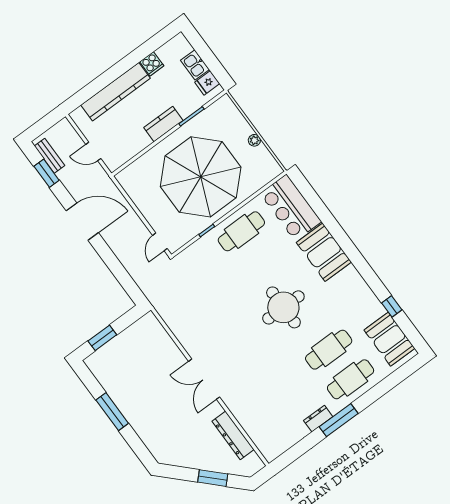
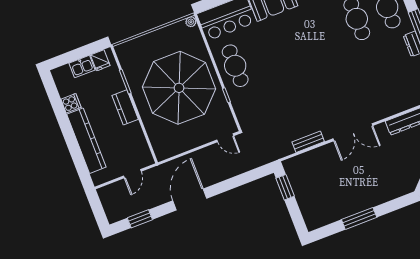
plant: (254, 140) -> (191, 22), moved
bench: (49, 156) -> (308, 142), moved
round table: (283, 307) -> (310, 48), removed
window: (102, 338) -> (285, 187), moved

